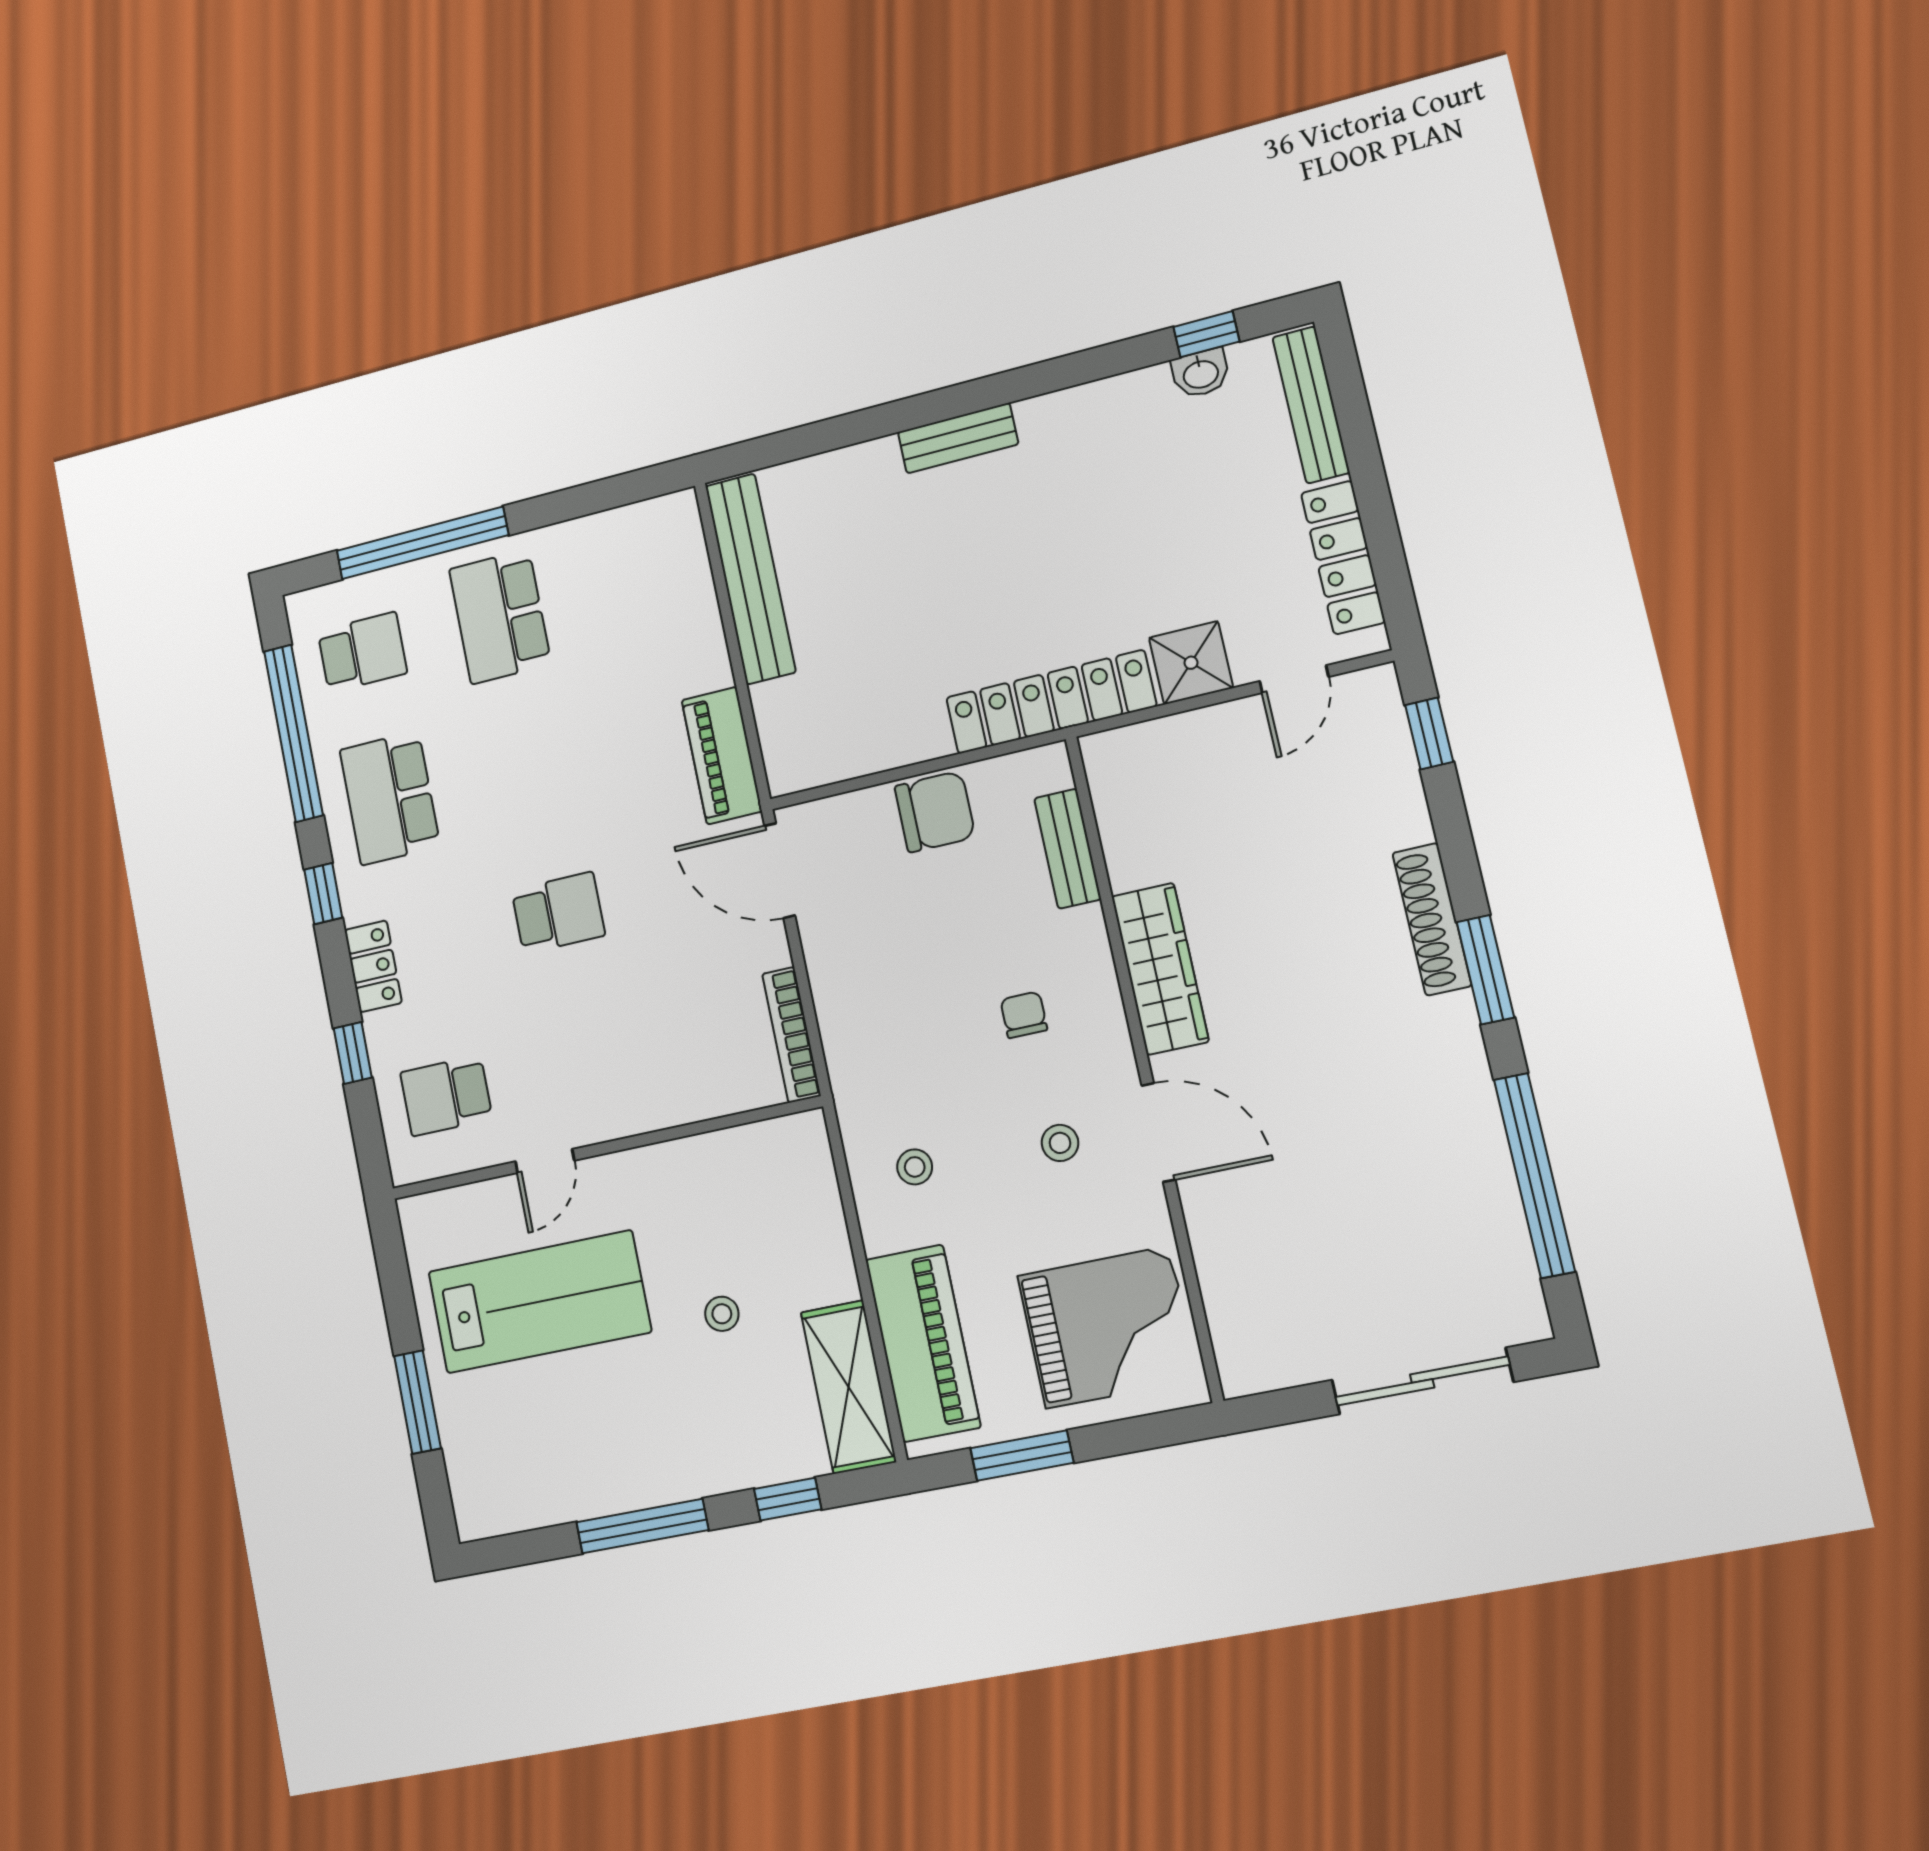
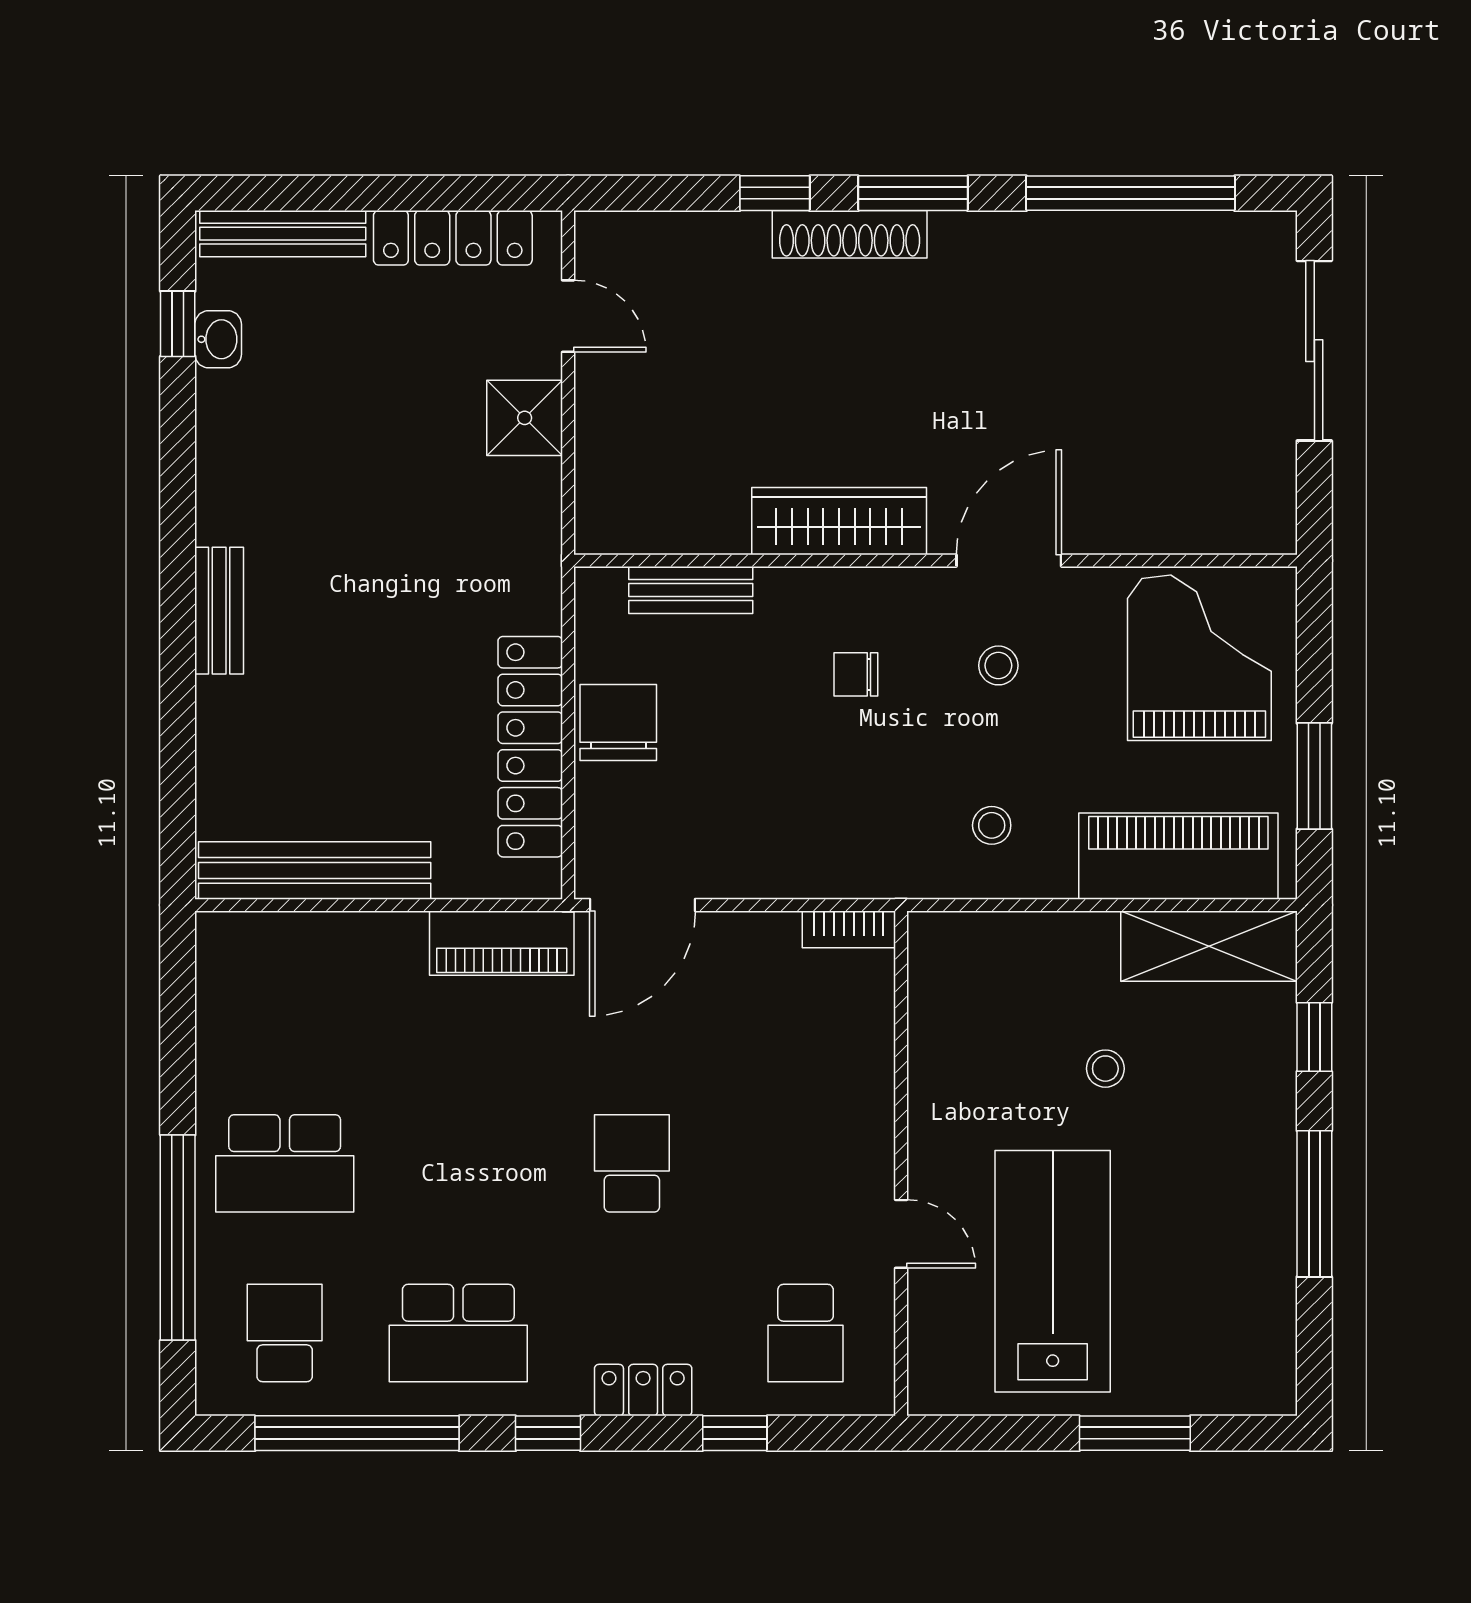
locker: (1051, 702) -> (530, 747), moved
window: (1429, 733) -> (775, 193), moved
bookcase: (791, 1035) -> (849, 929), width x0.64

